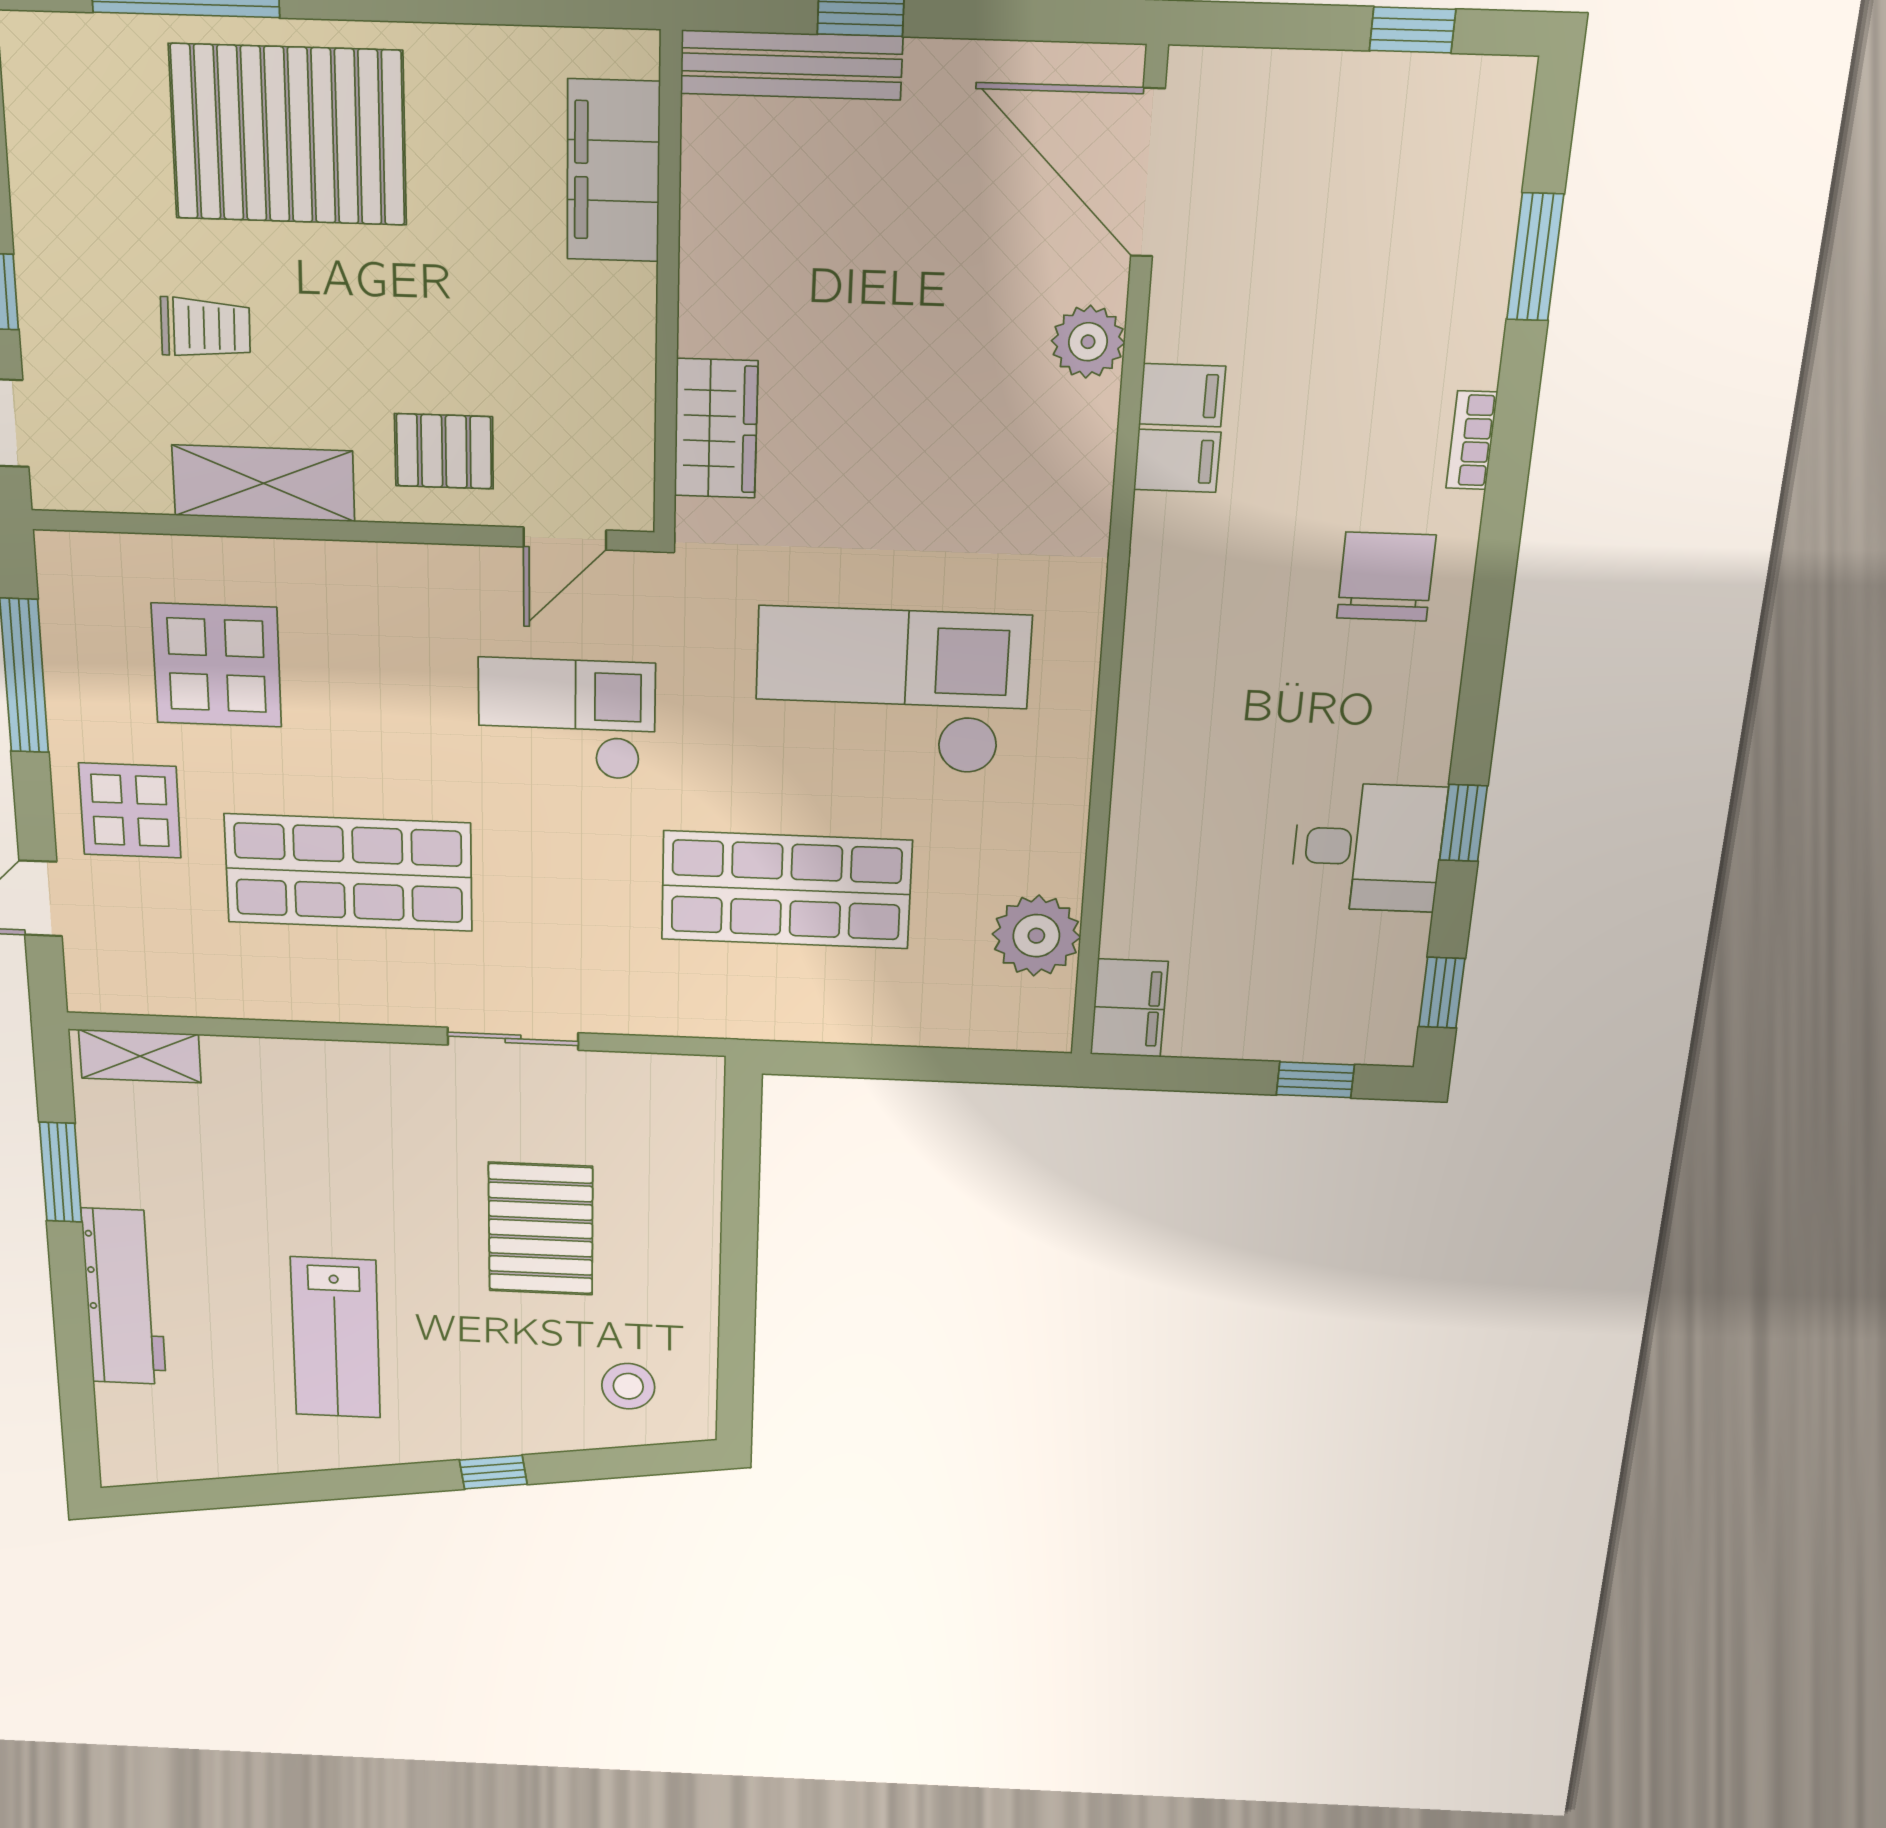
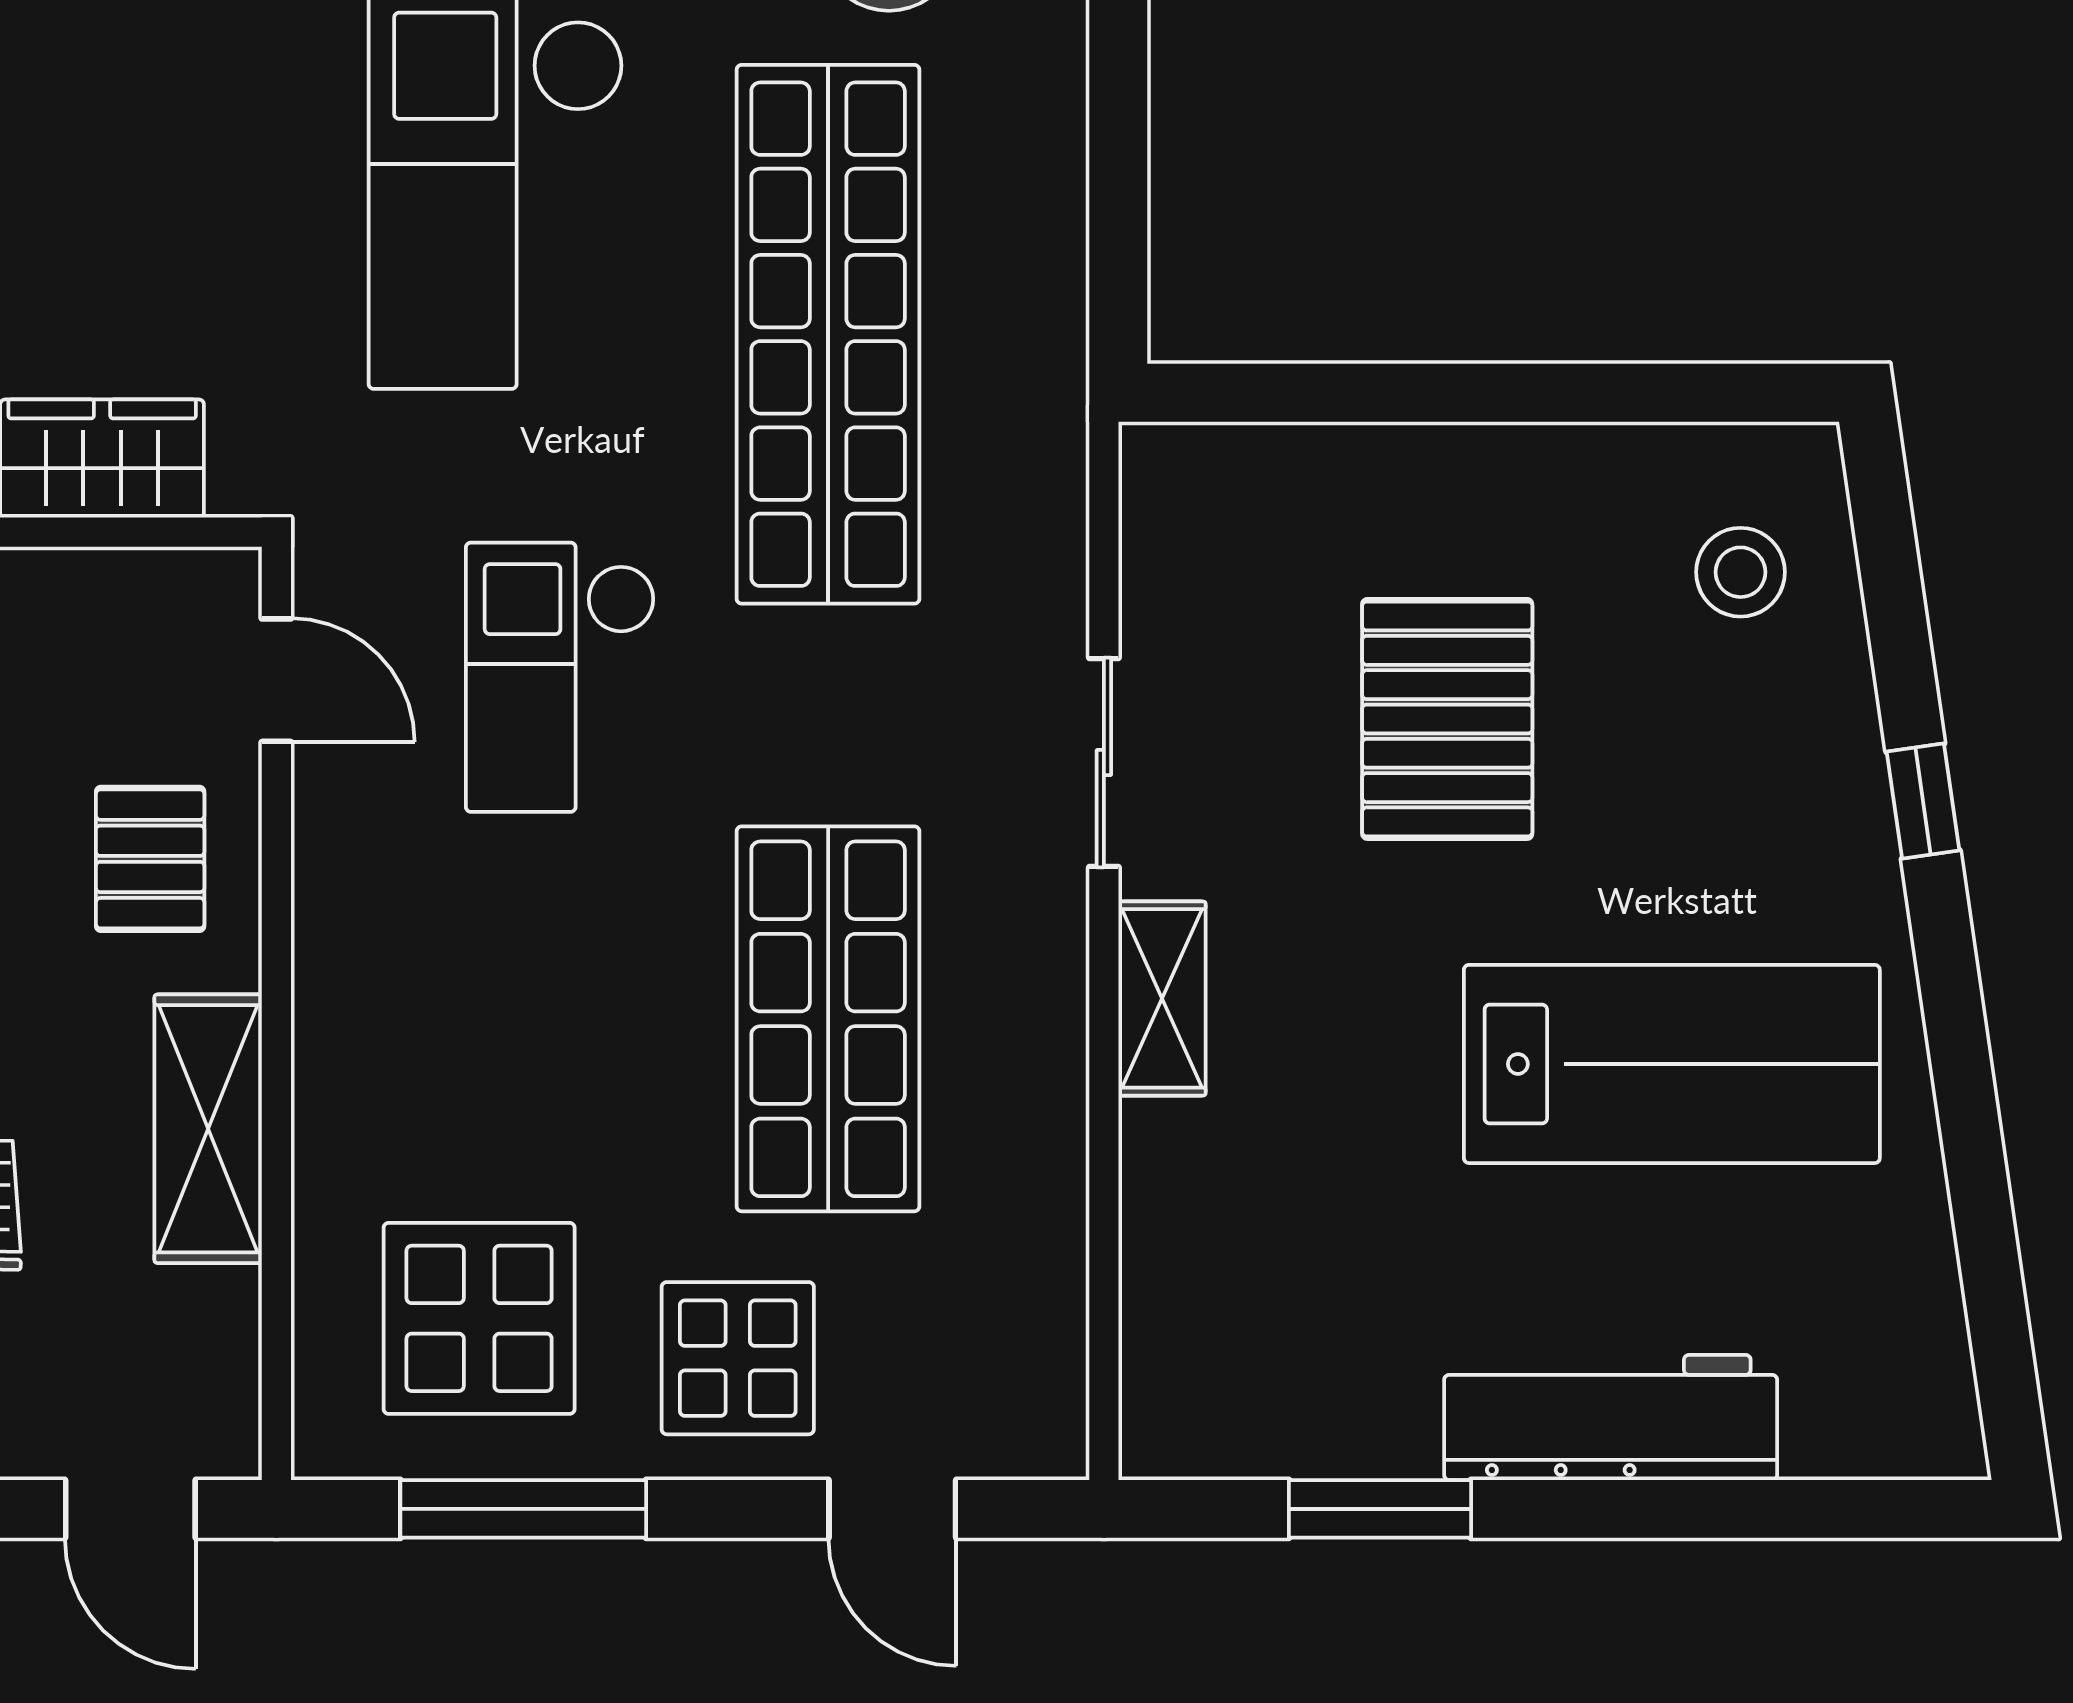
display table: (217, 665) -> (479, 1318), moved
shop shelf: (786, 890) -> (828, 334), width x1.40
shelving: (140, 1056) -> (1162, 998), moved
pallet: (541, 1229) -> (1447, 719), turned 90
lab bench: (336, 1338) -> (1672, 1064), width x1.36, depth x1.39

